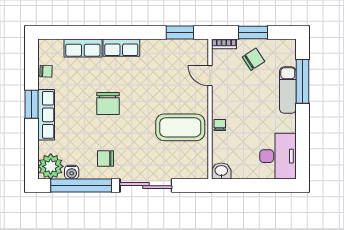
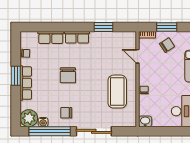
window: (180, 33) -> (103, 27), moved
coffee table: (180, 127) -> (117, 92), turned 90

